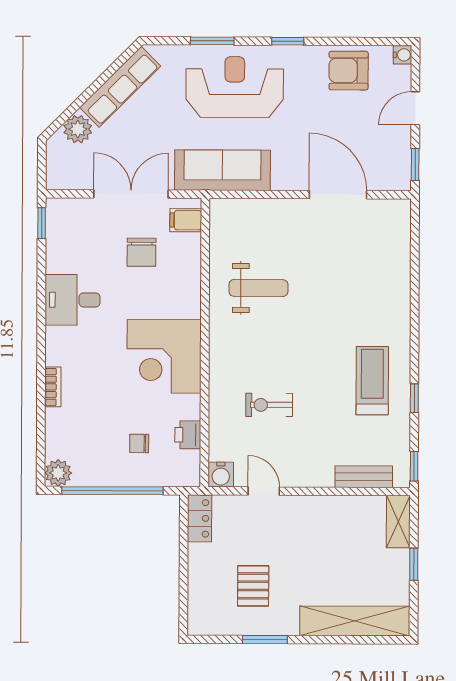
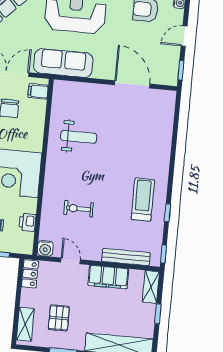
bench: (364, 477) -> (126, 257), width x1.36
filing cabinet: (328, 512) -> (108, 277), added
shelving: (199, 601) -> (25, 324), added

